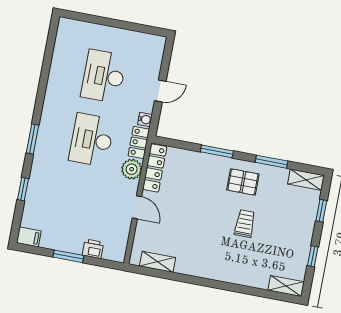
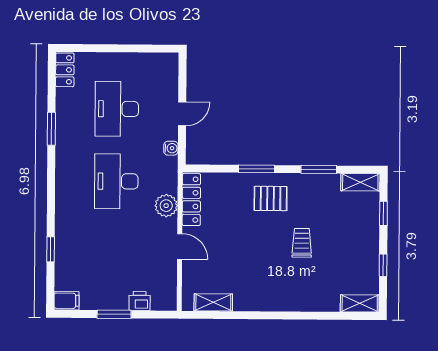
window: (32, 139) -> (51, 129), moved
locker: (139, 142) -> (65, 70), moved, turned 180
pallet: (243, 182) -> (271, 198), moved

